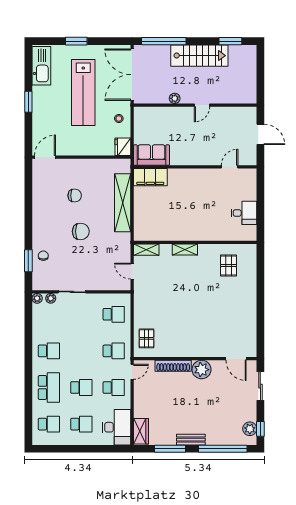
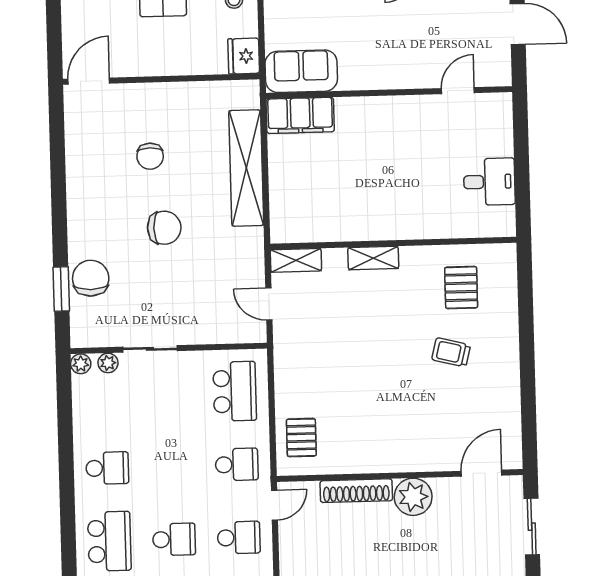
chair: (75, 196) -> (150, 156), turned 90
chair: (43, 256) -> (91, 278), width x1.87, depth x1.87
trolley: (223, 298) -> (451, 352), added
school desk: (114, 314) -> (235, 391), width x1.85
door: (236, 359) -> (481, 473), swing flipped

